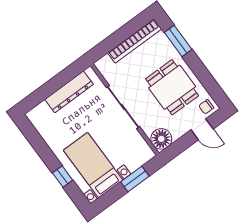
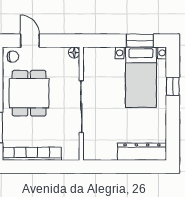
dresser: (69, 92) -> (142, 152), moved
floor lamp: (161, 139) -> (74, 52), width x0.53, depth x0.53
window: (135, 179) -> (140, 41), moved

